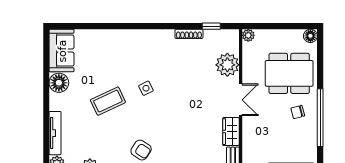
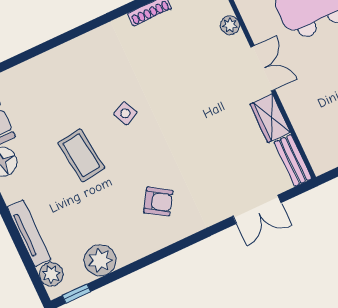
plant: (227, 65) -> (230, 25), width x0.53, depth x0.53
coffee table: (108, 101) -> (81, 155), turned -72

